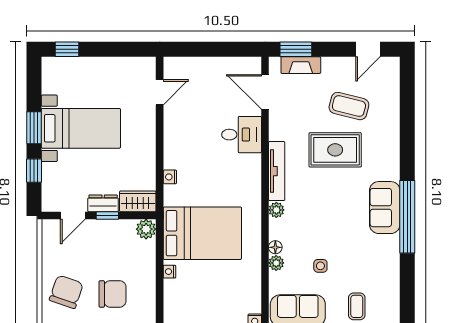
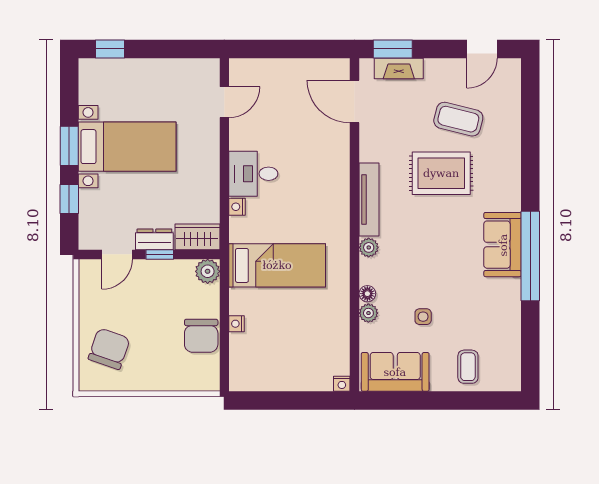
desk: (242, 135) -> (253, 174), moved, turned 180
bed: (202, 233) -> (277, 265), width x0.67
chair: (112, 294) -> (201, 336), moved, turned 90

